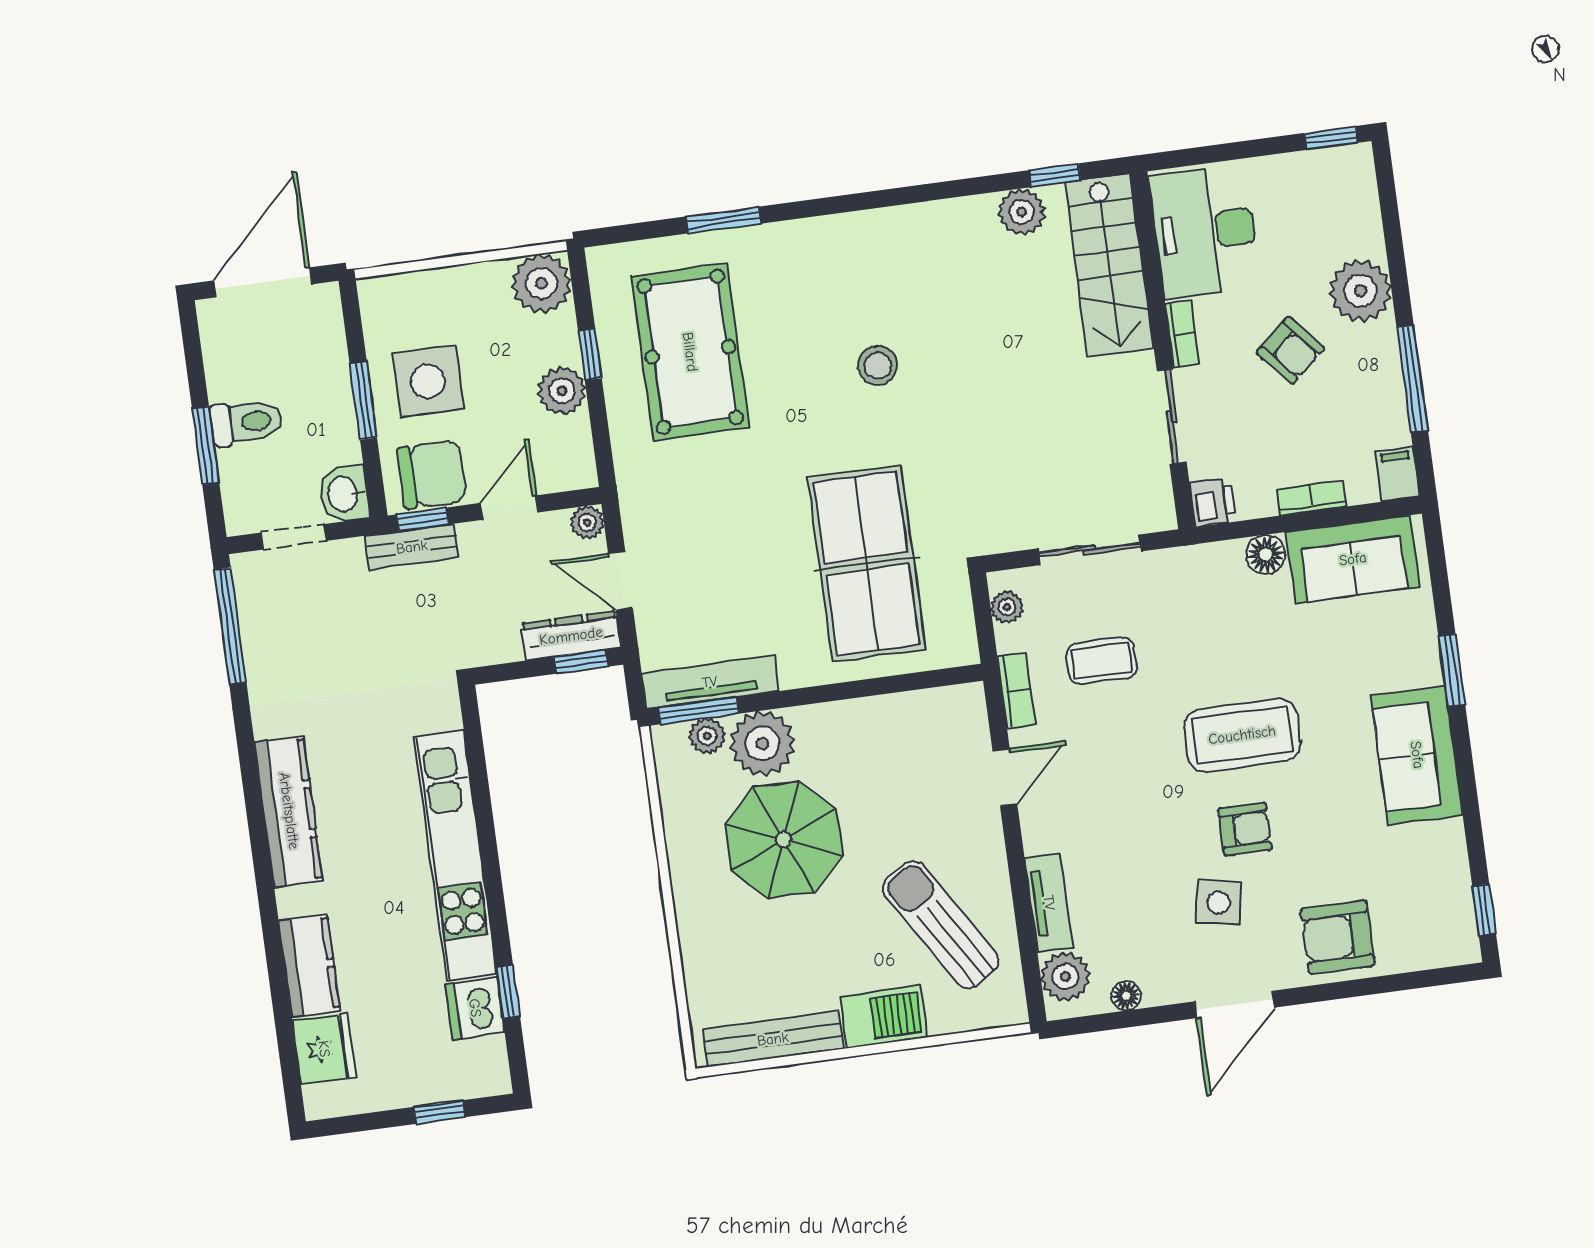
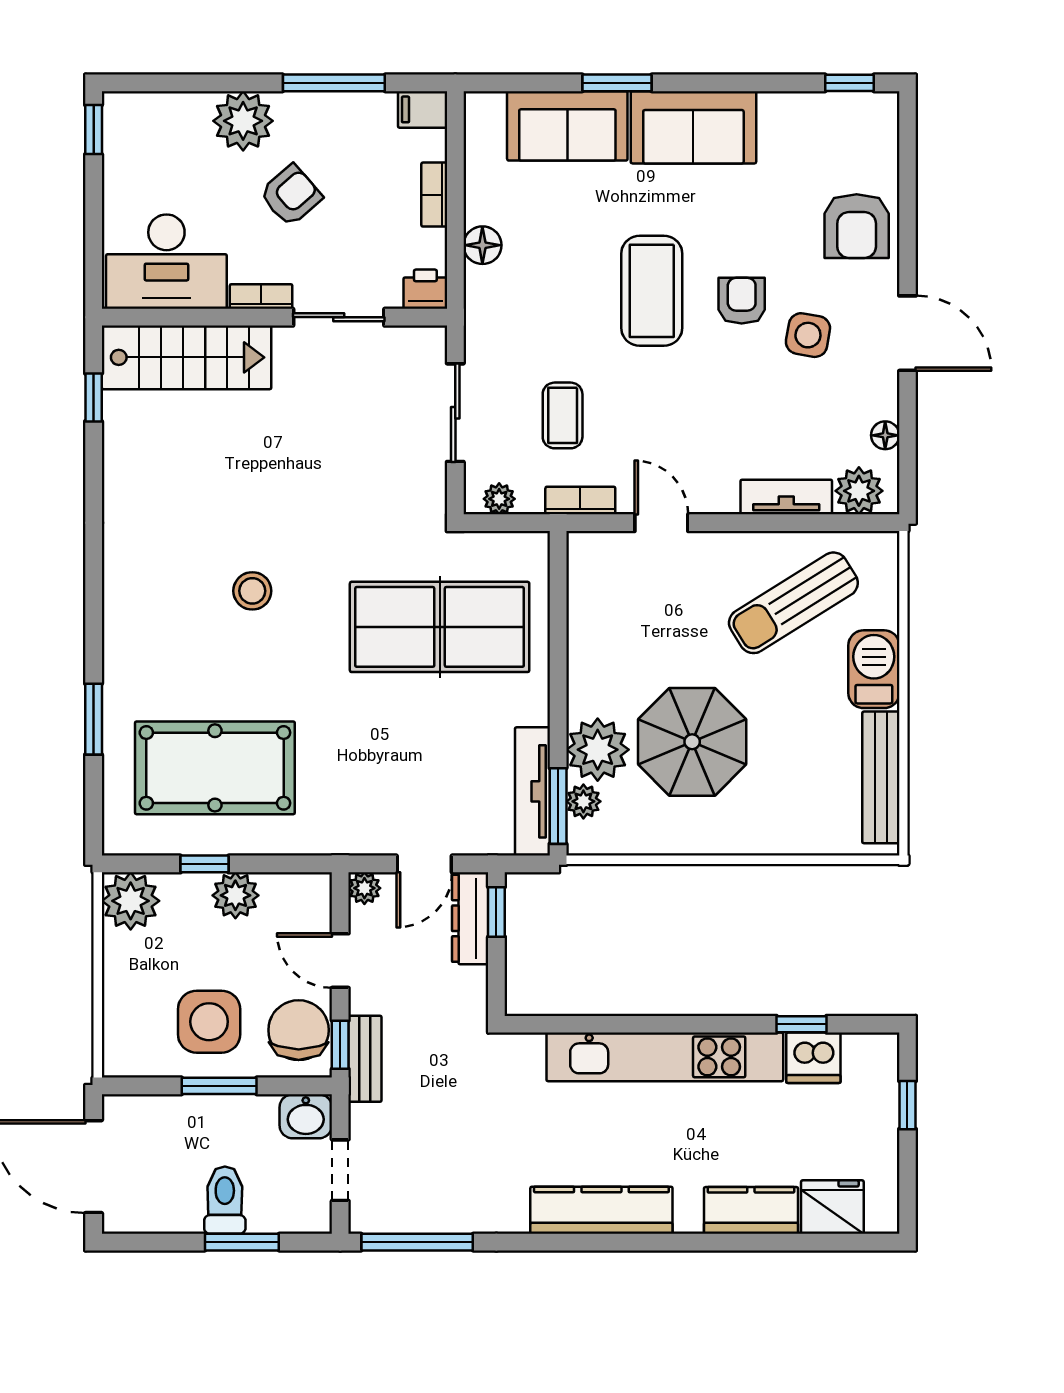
plant: (1022, 212) -> (124, 434), removed
sofa: (1353, 559) -> (567, 126), moved, turned 90

